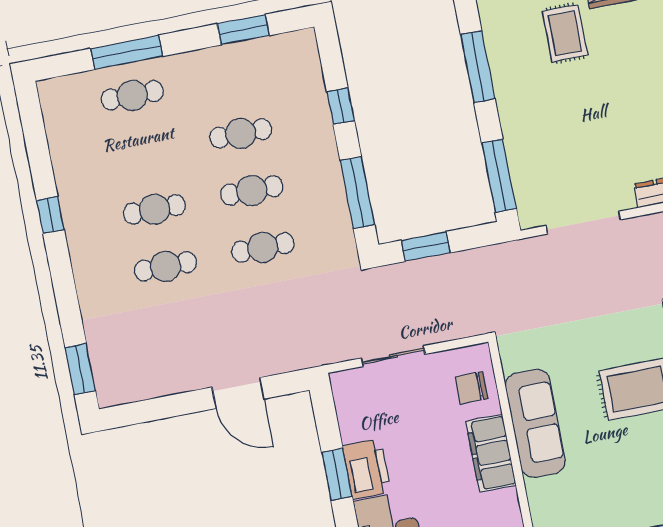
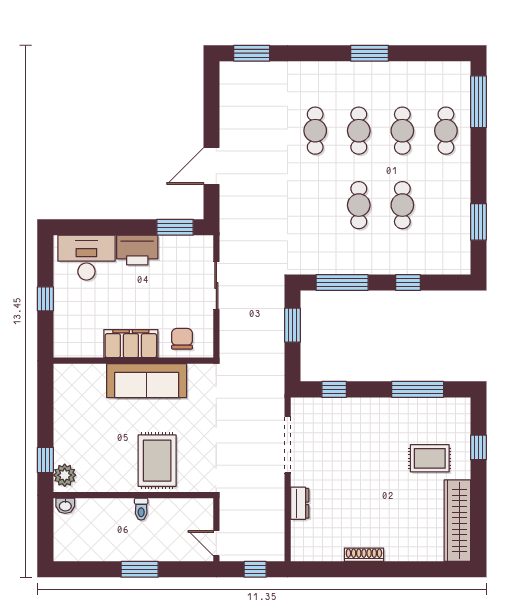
window: (127, 52) -> (478, 102), moved
window: (499, 176) -> (334, 389), width x0.46
window: (50, 215) -> (370, 53), width x1.50
cafe table: (263, 247) -> (402, 131), moved
window: (337, 474) -> (175, 227), moved

